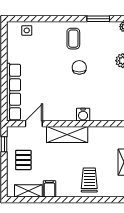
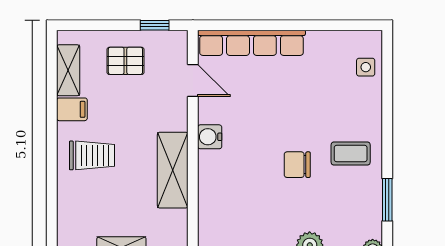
chair: (79, 67) -> (297, 165), turned 180
water cooler: (83, 115) -> (210, 137), moved
shelving: (67, 135) -> (173, 170), moved
trolley: (89, 180) -> (92, 155), moved

